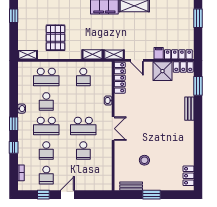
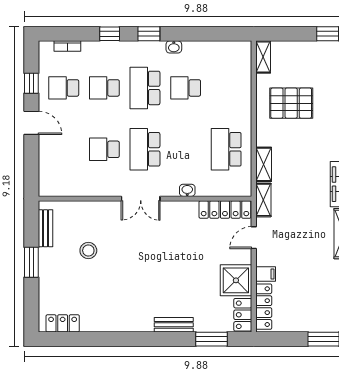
school desk: (46, 77) -> (226, 88), removed
school desk: (83, 77) -> (226, 149), width x1.85

